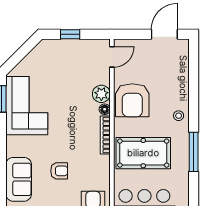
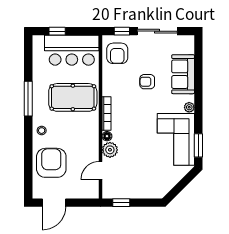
window: (70, 34) -> (121, 203), moved
door: (112, 57) -> (101, 171), moved
armchair: (132, 100) -> (51, 163), moved
plant: (12, 142) -> (189, 107), added

